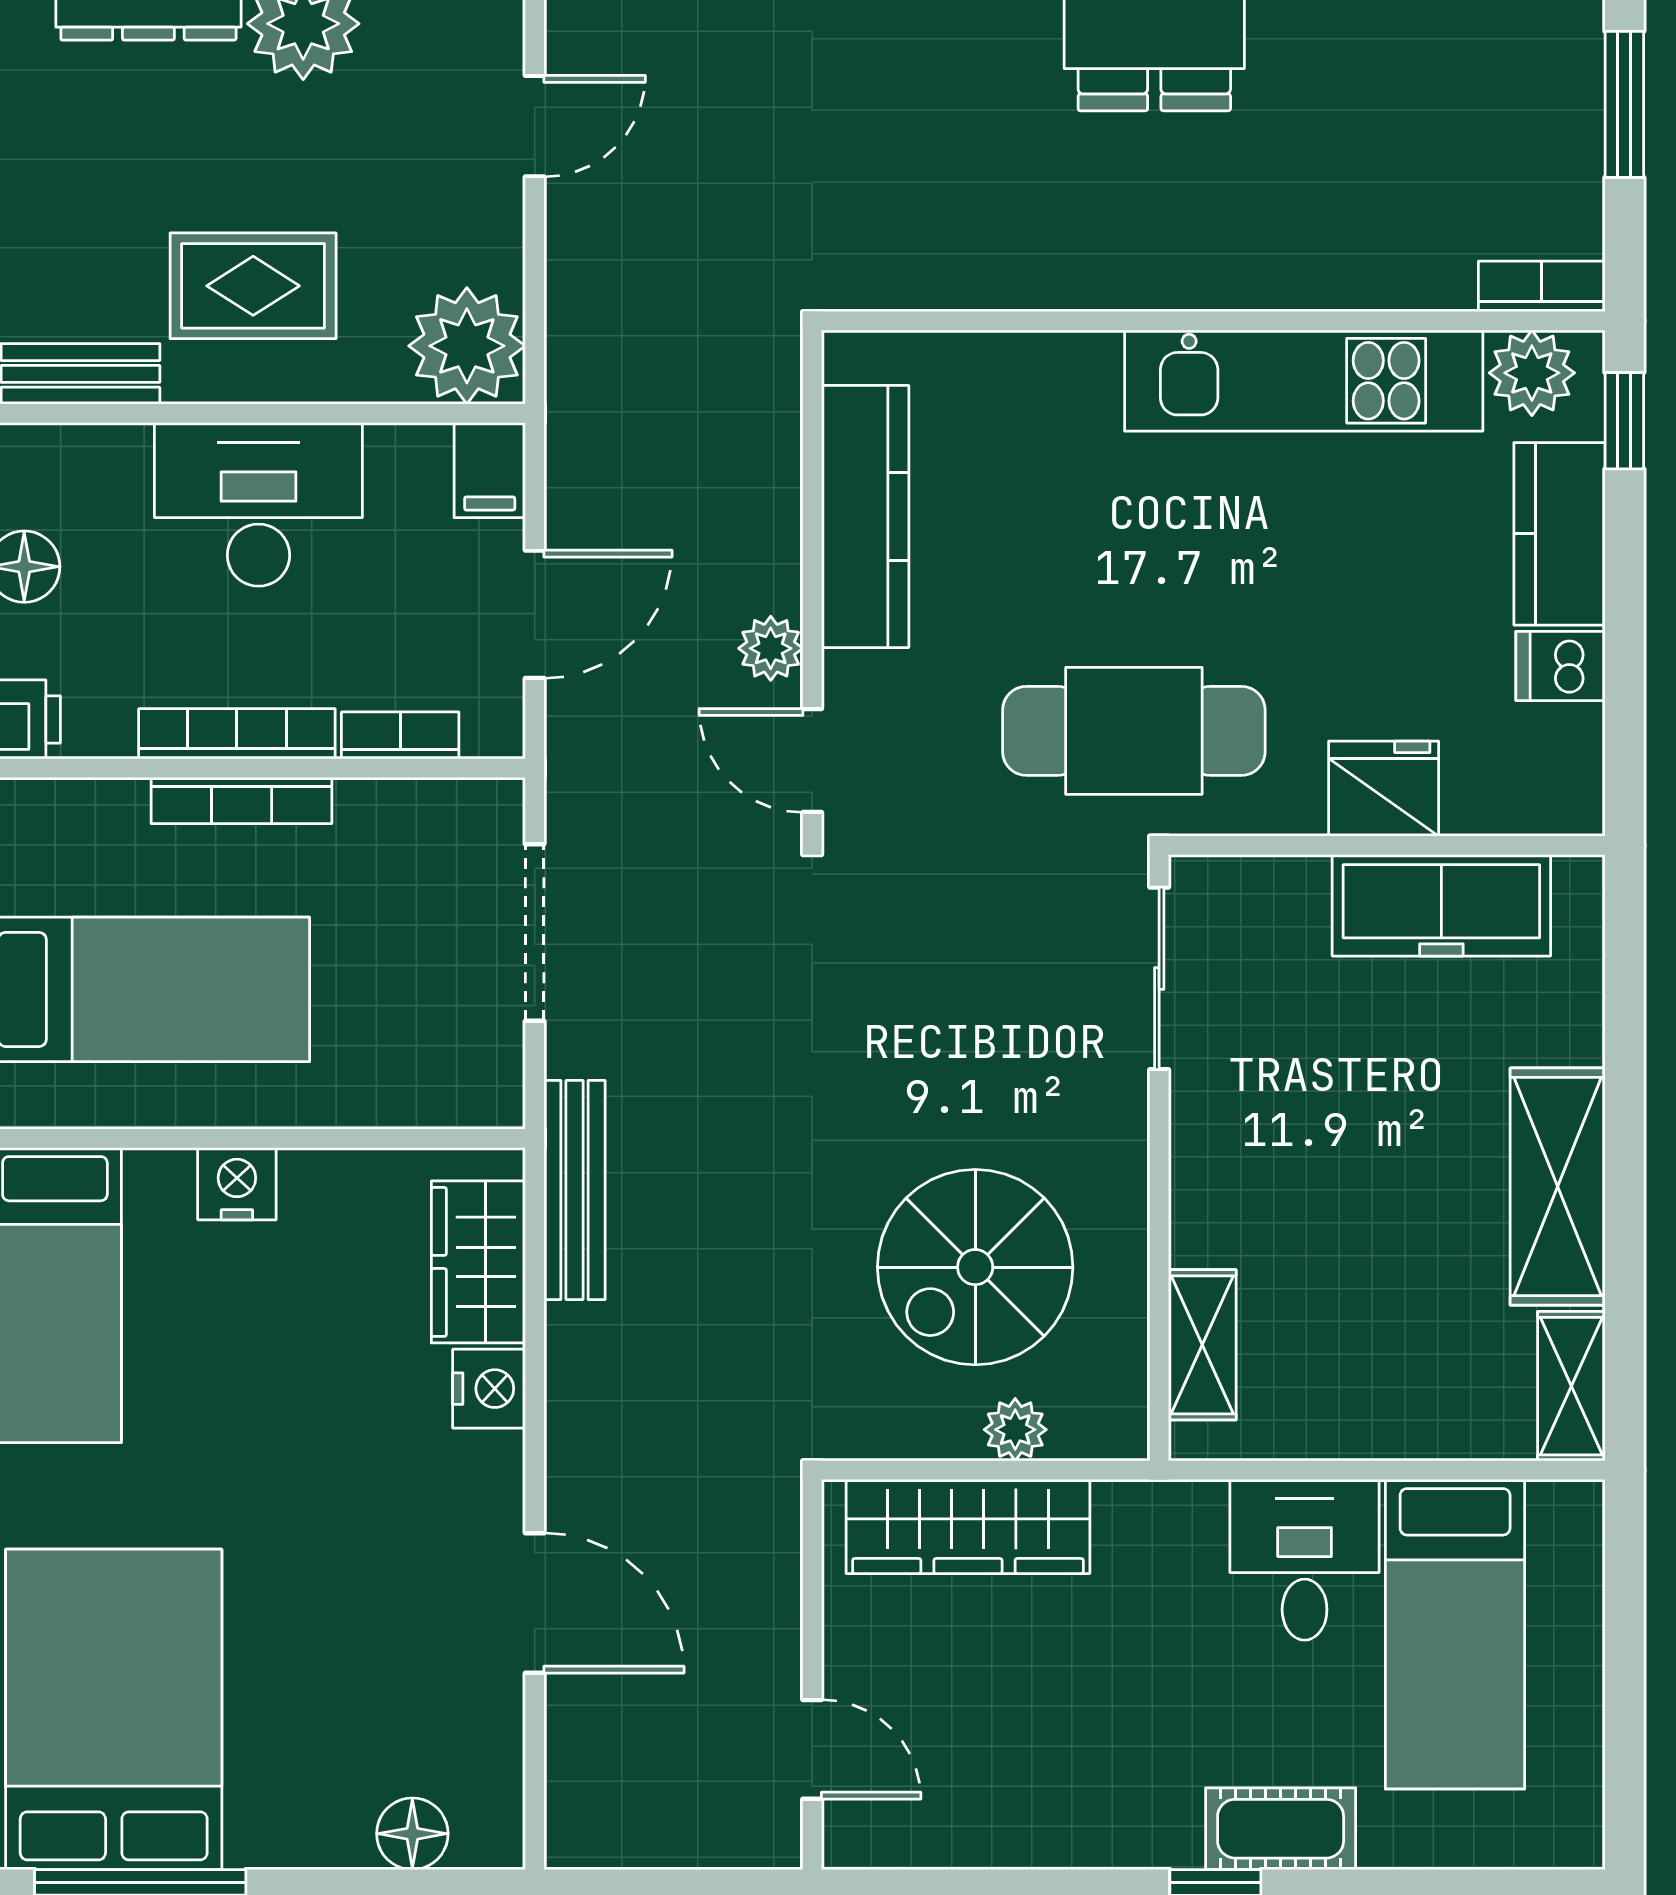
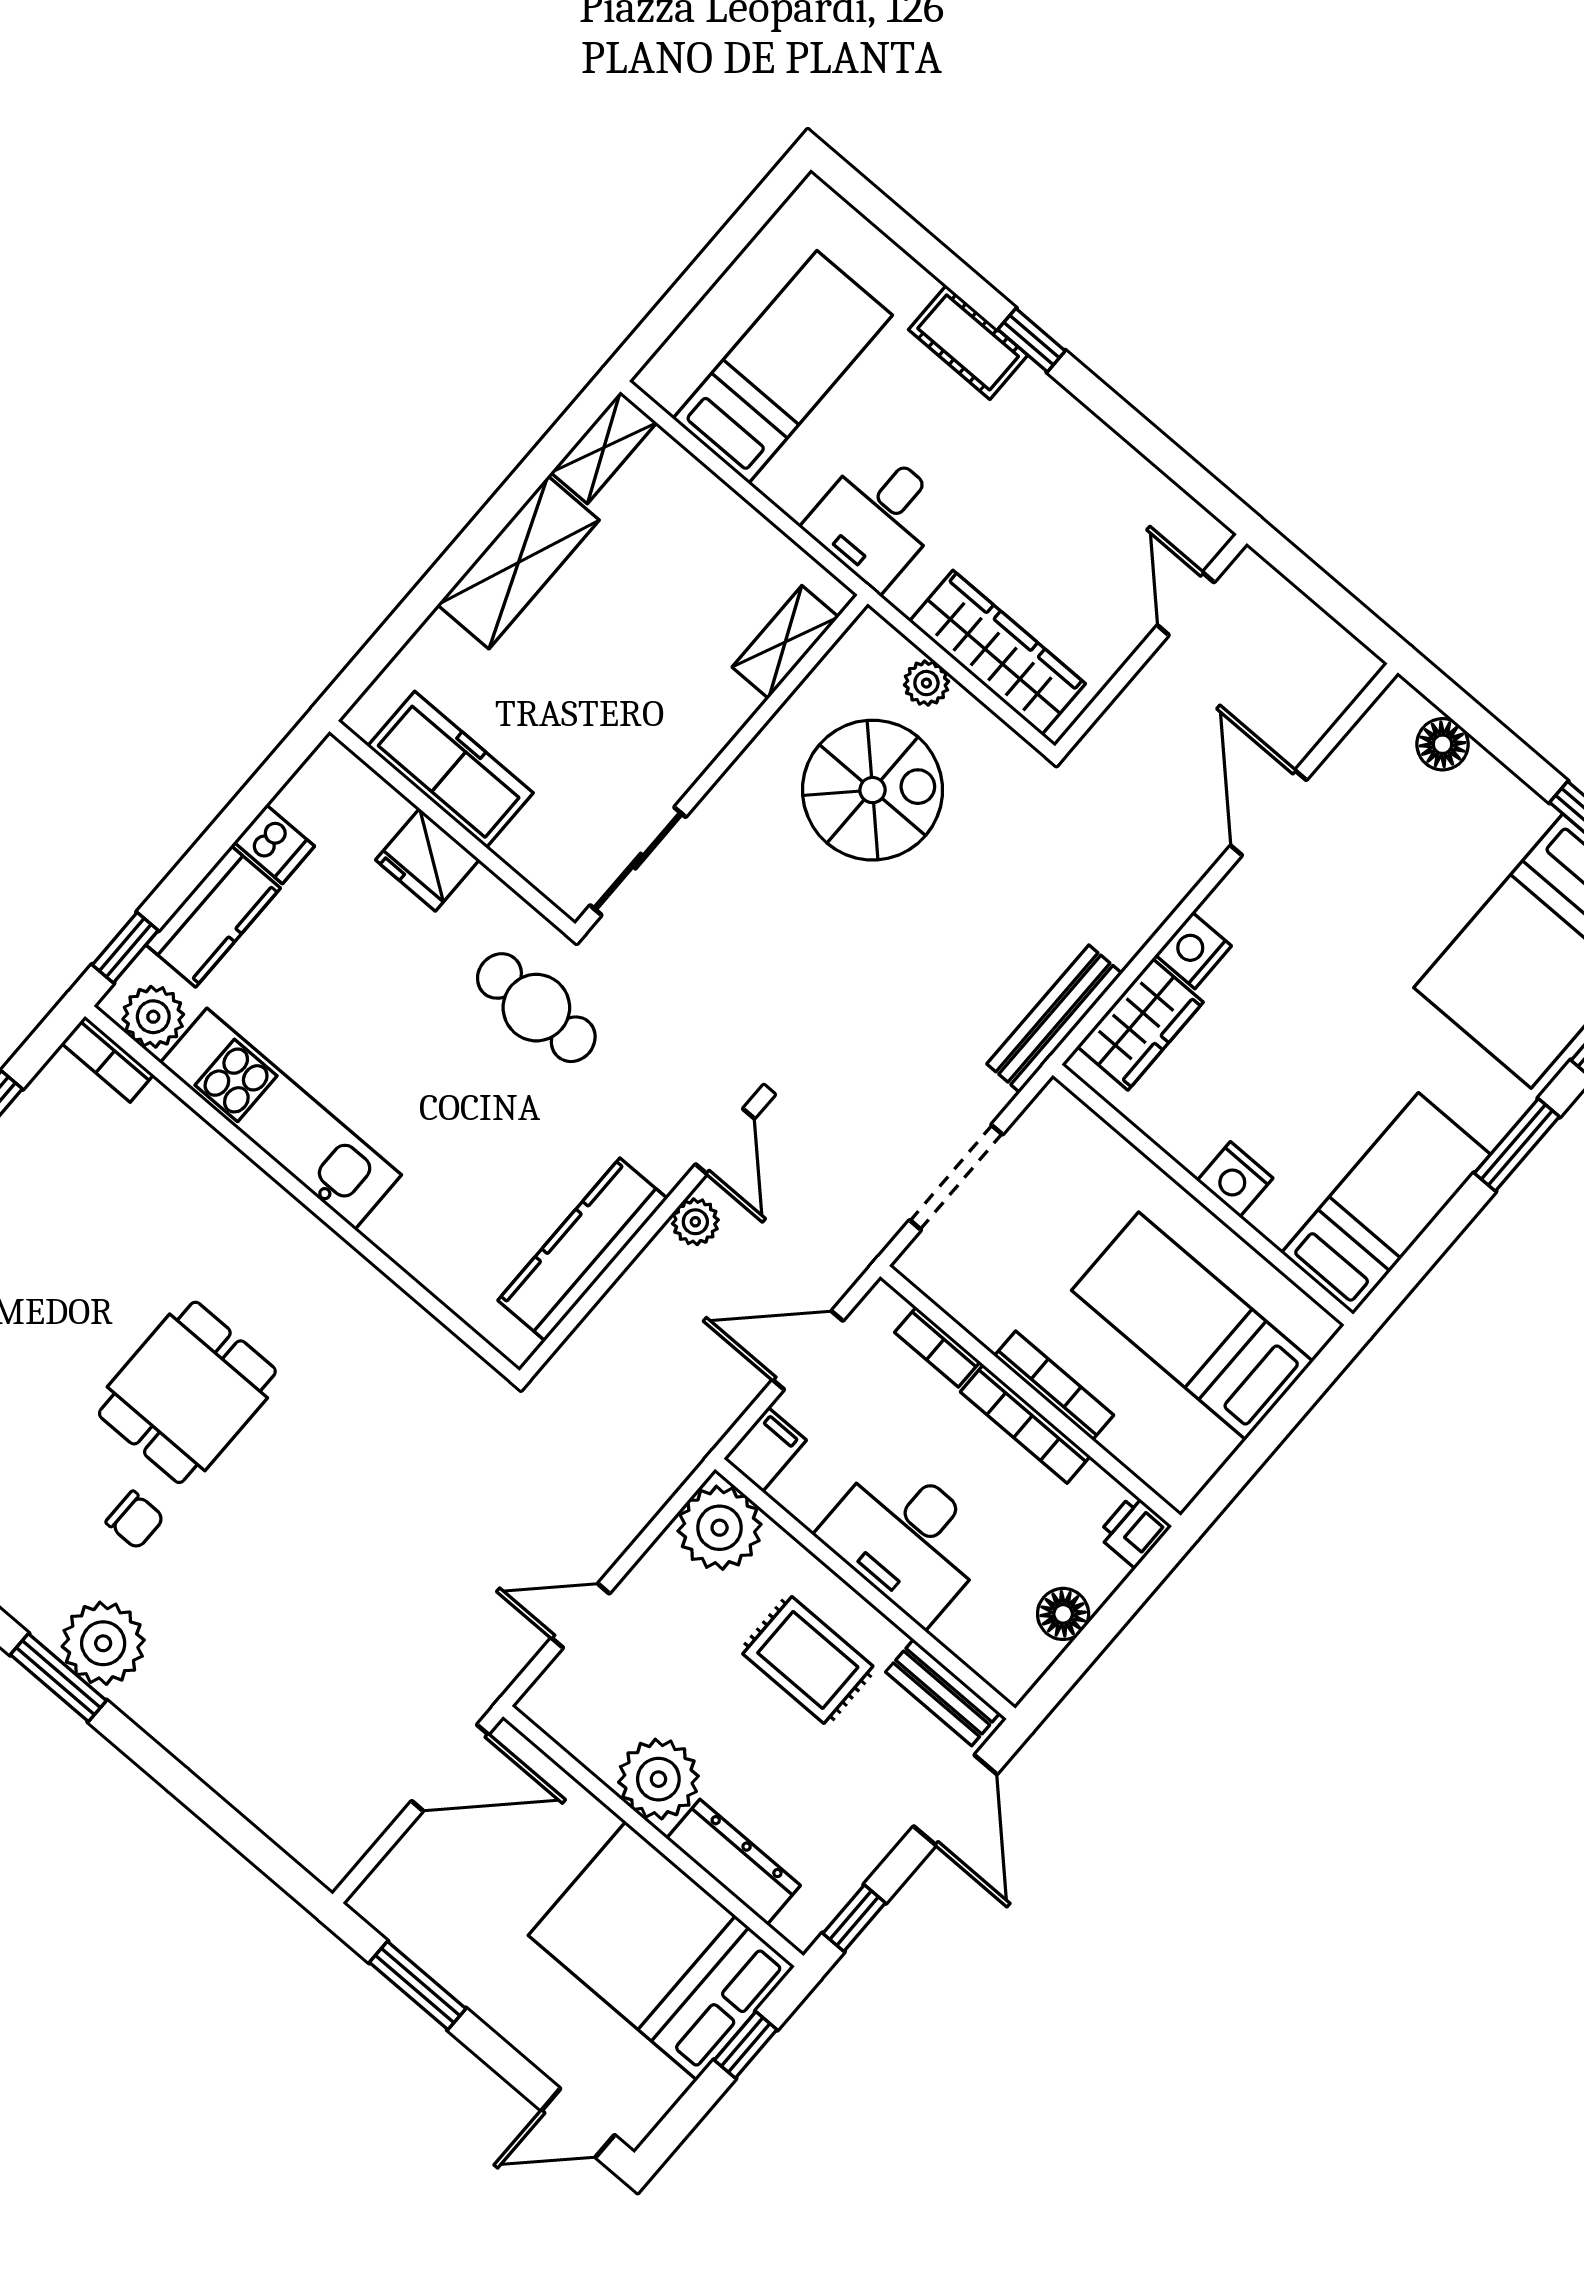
cafe table: (1134, 731) -> (536, 1008), width x0.73, depth x0.74
desk: (1305, 1560) -> (877, 518), moved

